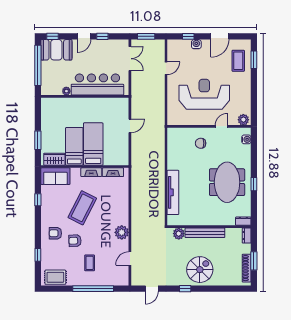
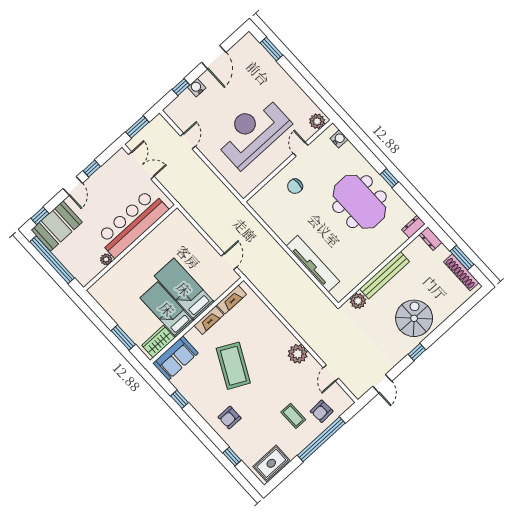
coffee table: (238, 61) -> (256, 65), removed
door: (130, 126) -> (229, 262), moved
armchair: (75, 241) -> (322, 411), moved

